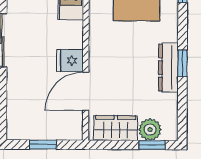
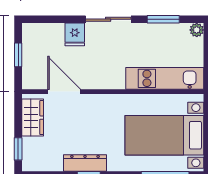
fridge: (70, 60) -> (75, 34), moved, turned 180
plant: (150, 130) -> (31, 147), removed

